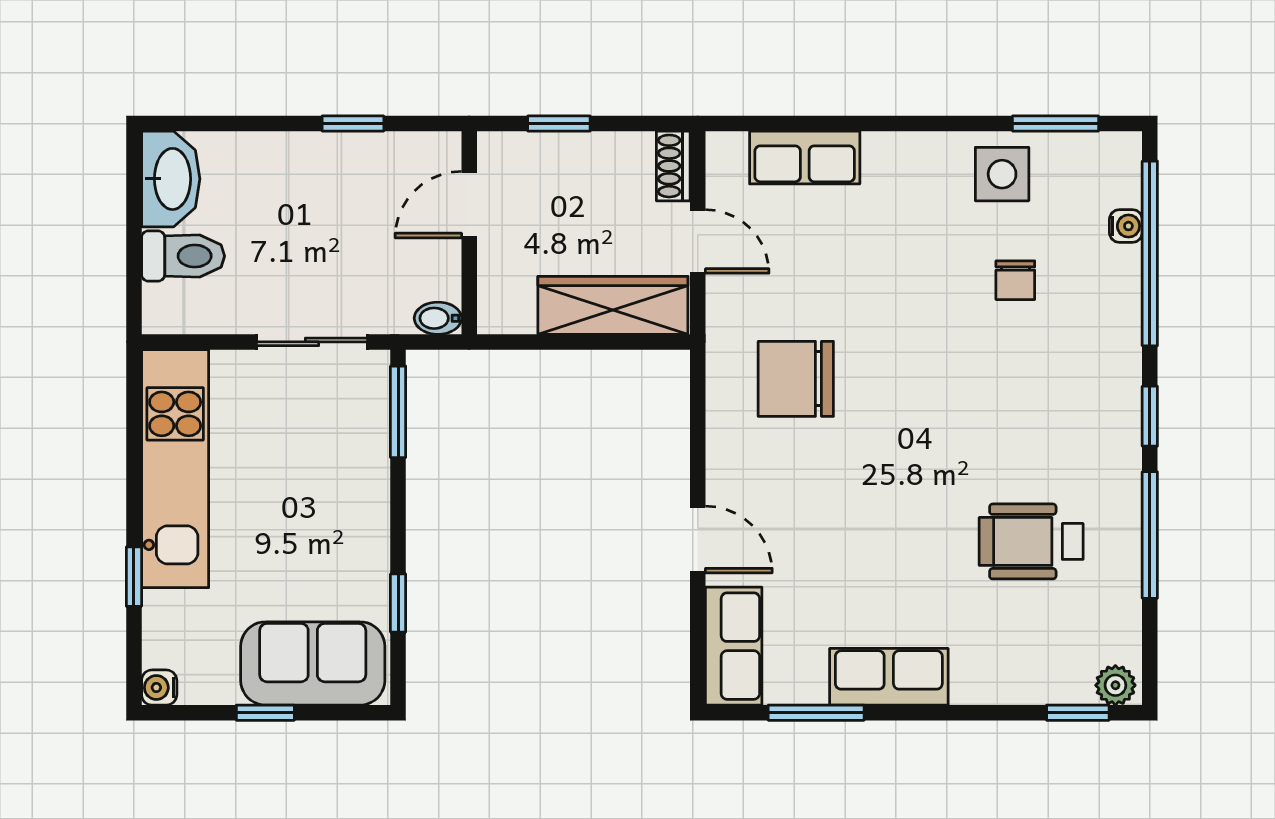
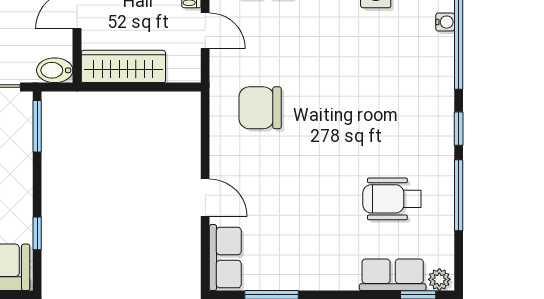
chair: (1015, 280) -> (383, 52), removed
wardrobe: (613, 305) -> (123, 66), moved
bidet: (438, 318) -> (55, 70), width x1.38, depth x1.36
row of seats: (889, 677) -> (393, 275), moved

